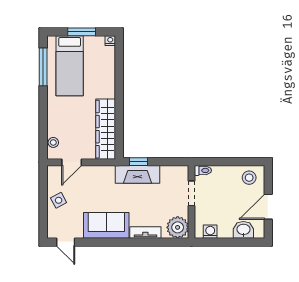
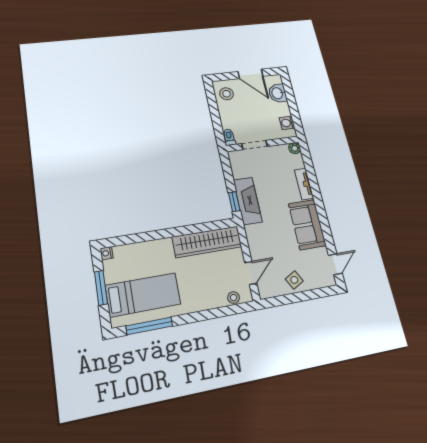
door: (72, 162) -> (251, 273), hinge flipped
plant: (178, 227) -> (295, 148), width x0.53, depth x0.53

